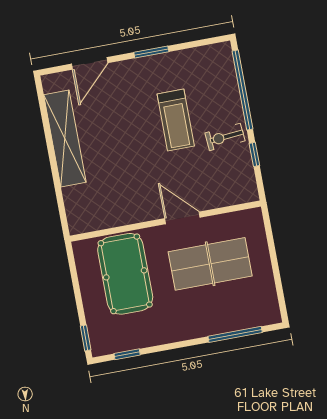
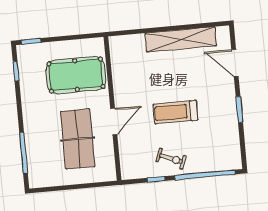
treadmill: (176, 120) -> (175, 112), moved
exercise bike: (225, 137) -> (171, 159), turned 117

